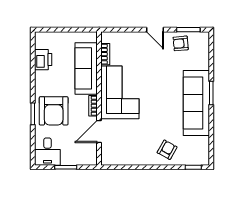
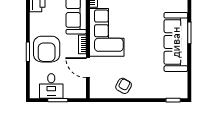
door: (99, 131) -> (88, 68), hinge flipped
armchair: (167, 150) -> (124, 86), moved
desk: (47, 152) -> (51, 86), moved

